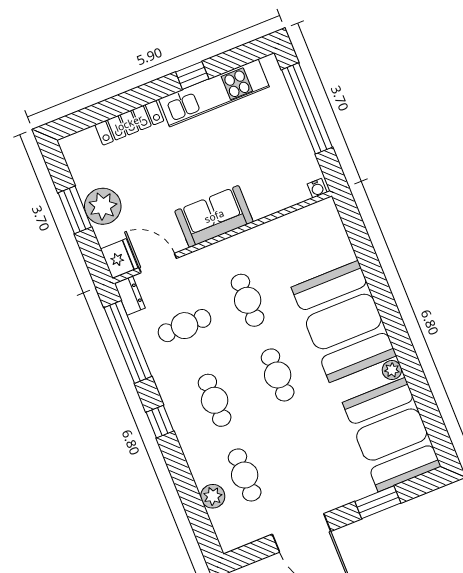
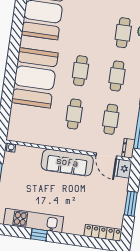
locker: (129, 123) -> (103, 233), moved
plant: (103, 206) -> (117, 198), removed
sofa: (214, 216) -> (67, 163), width x1.36
cafe table: (185, 326) -> (111, 119), turned 90
plant: (392, 370) -> (25, 42), removed

